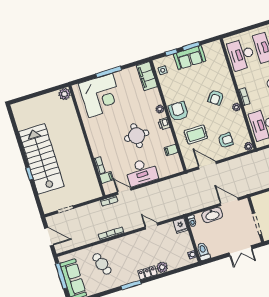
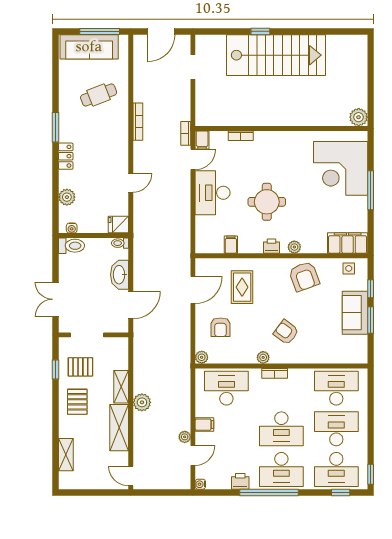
armchair: (178, 111) -> (304, 276), moved, turned 70
filing cabinet: (106, 178) -> (202, 140), moved
plant: (162, 267) -> (67, 197), moved

